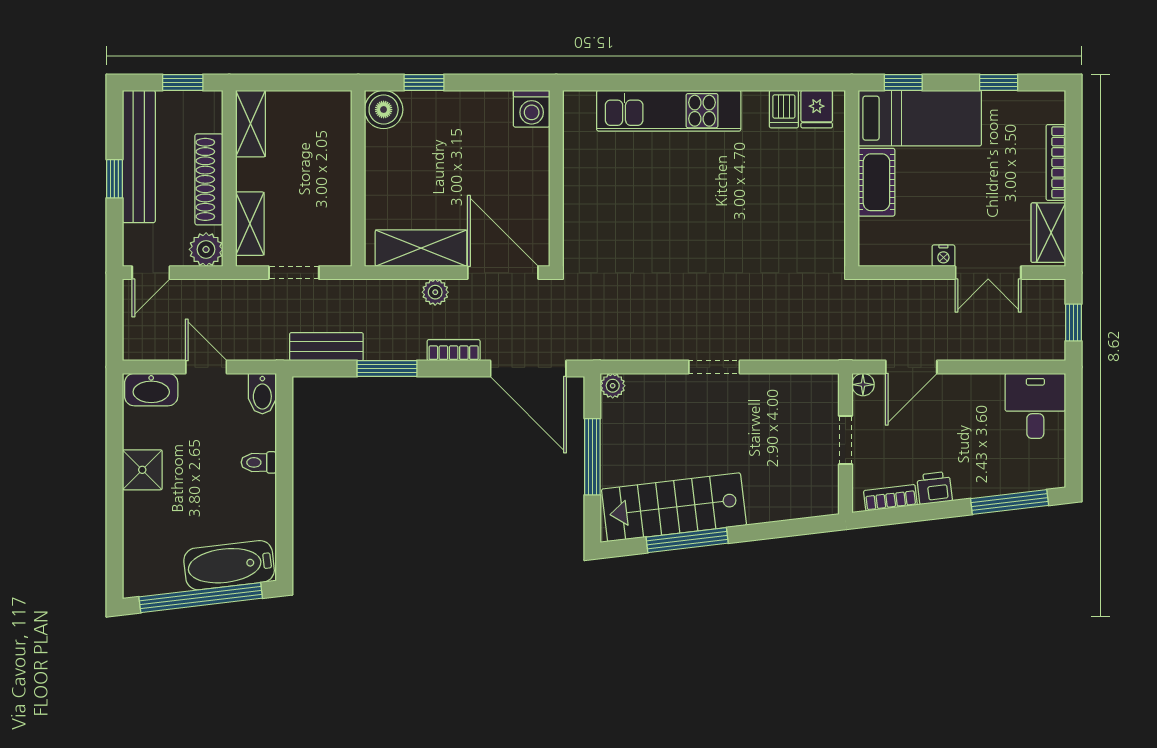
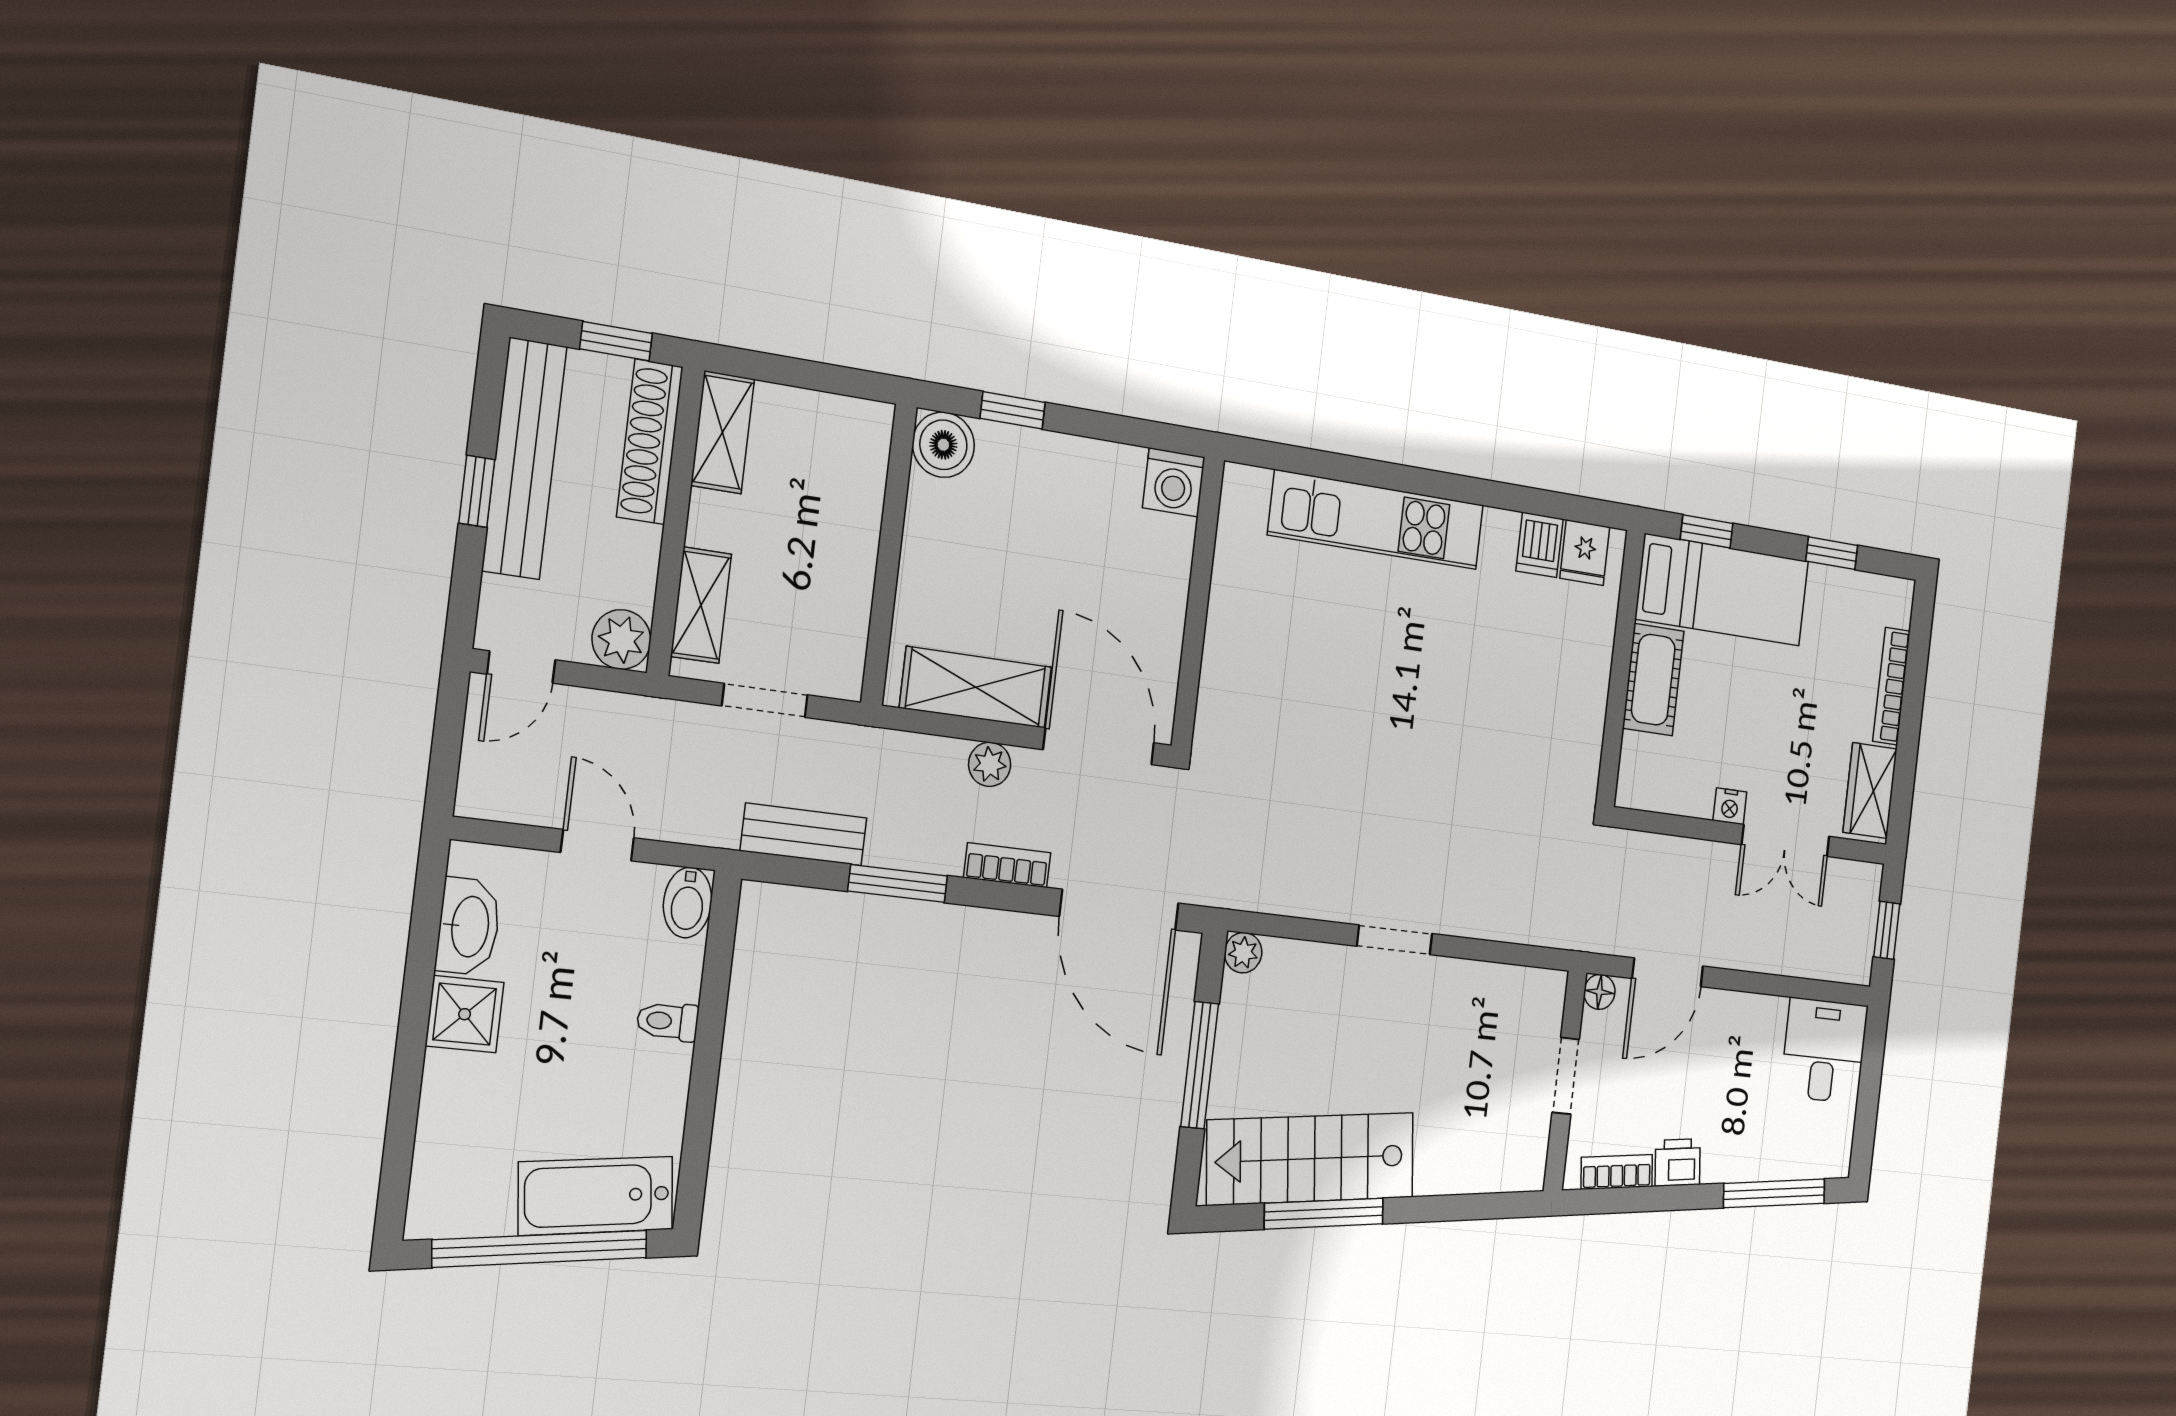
shoe rack: (209, 179) -> (650, 442), moved
washbasin: (151, 390) -> (468, 926), moved, turned -90

